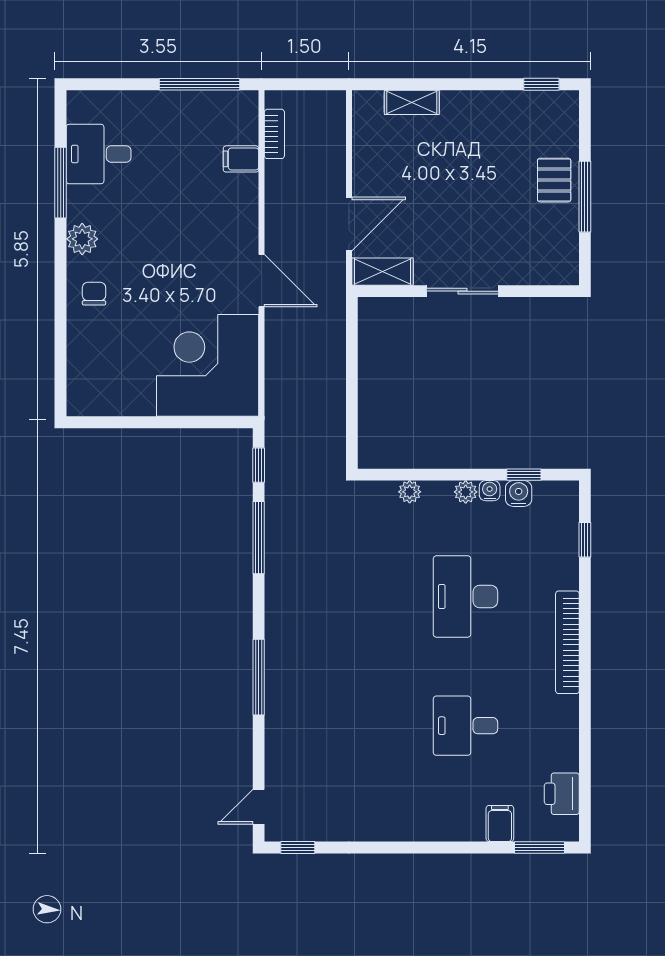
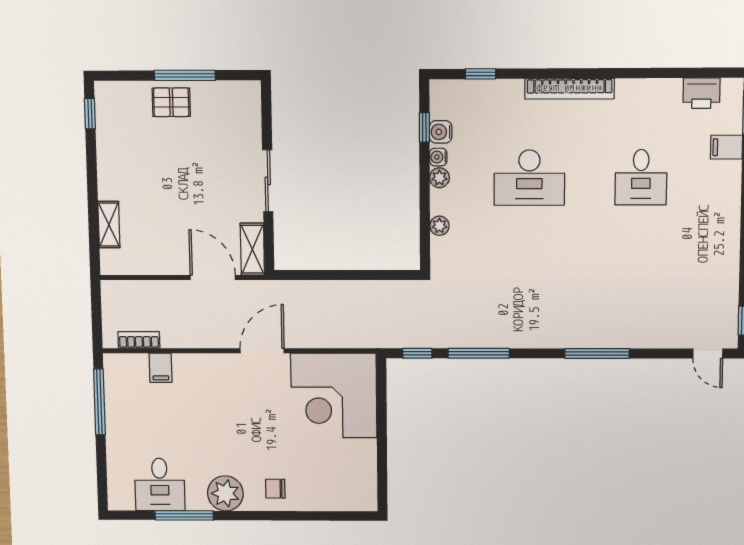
plant: (82, 239) -> (225, 493), width x1.36, depth x1.36

